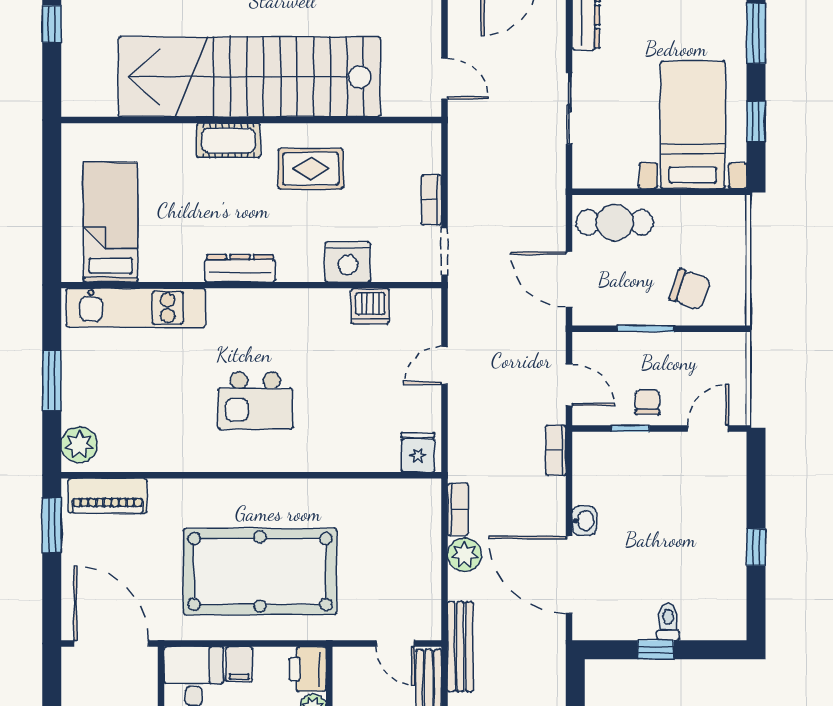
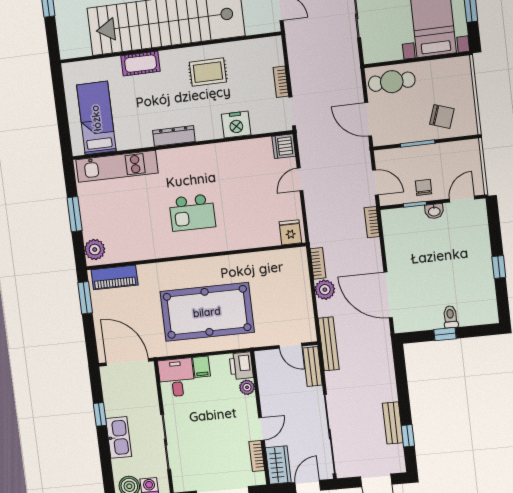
cot: (228, 140) -> (141, 64), moved
dishwasher: (370, 306) -> (284, 146), moved, turned 90
washbasin: (584, 521) -> (434, 211), moved, turned 90

